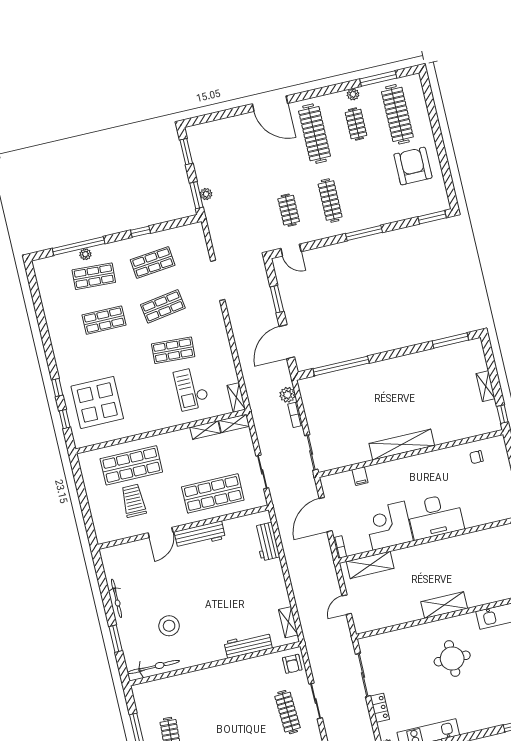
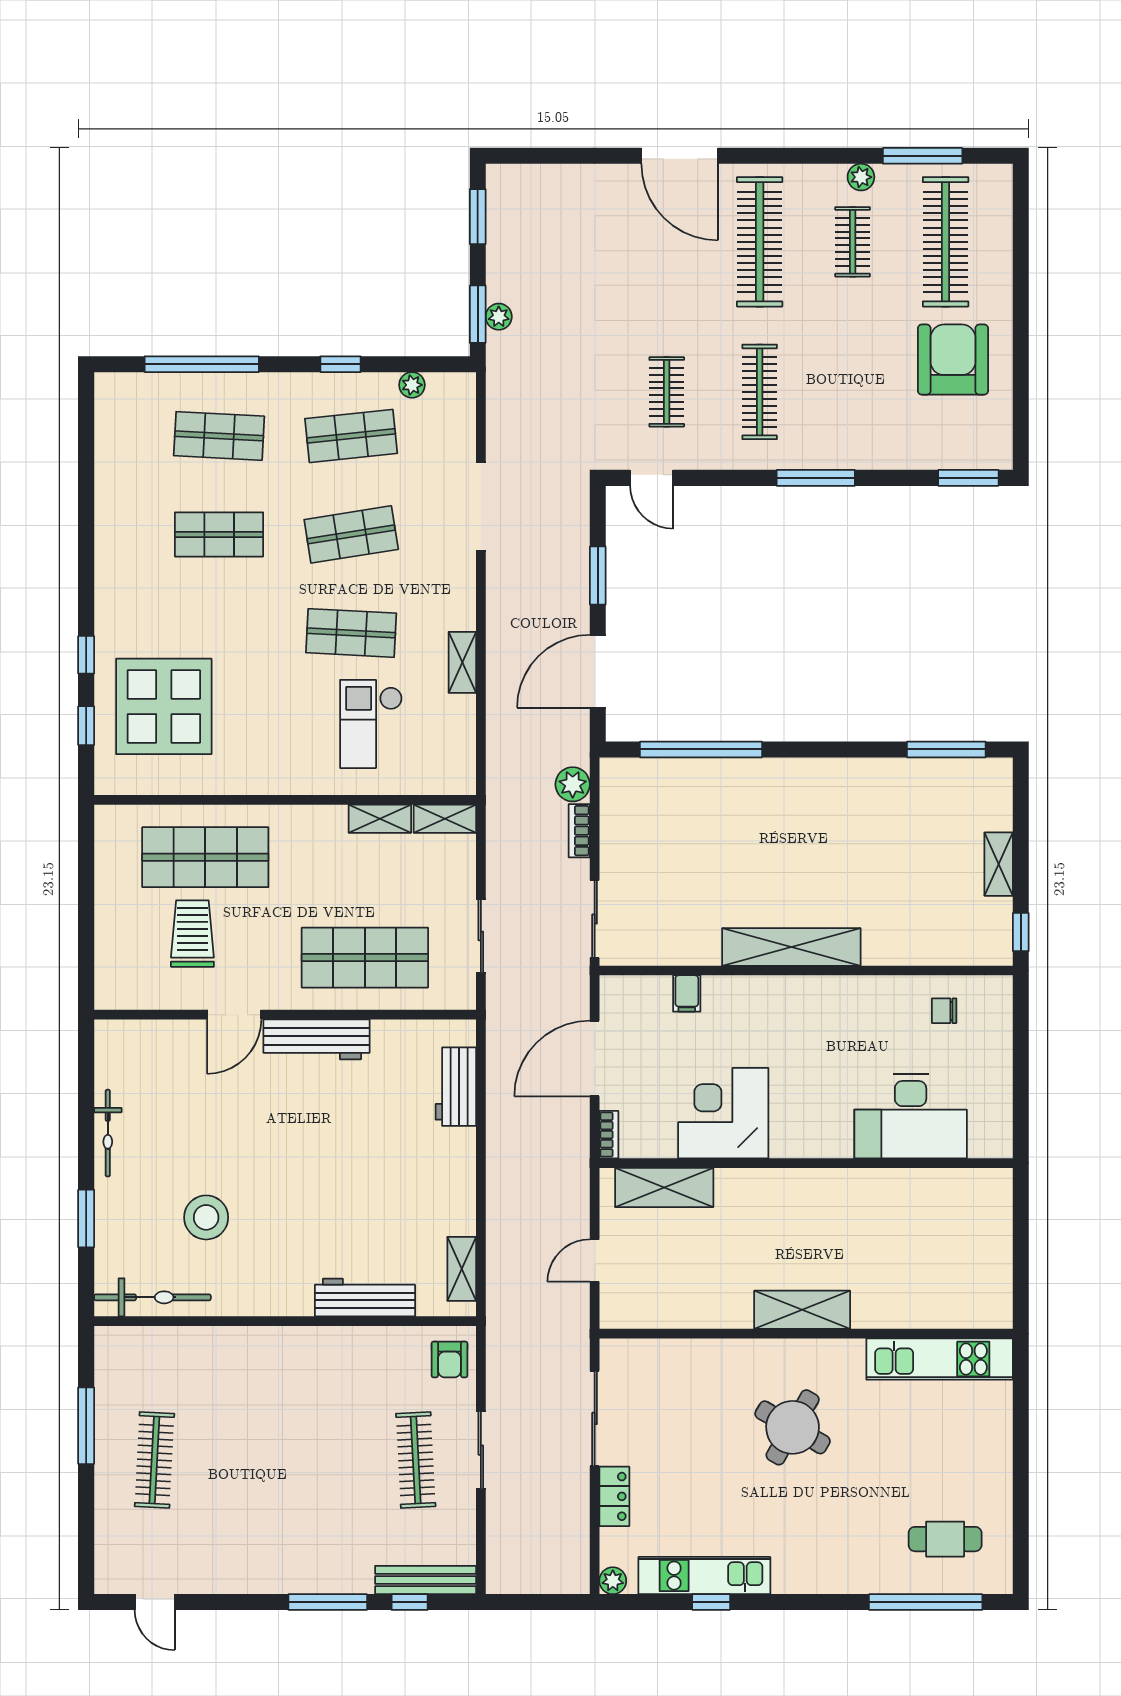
plant: (85, 254) -> (412, 385), moved
shelving: (236, 397) -> (462, 662), moved
desk: (435, 516) -> (911, 1116), moved
round table: (452, 658) -> (793, 1427), turned 30

